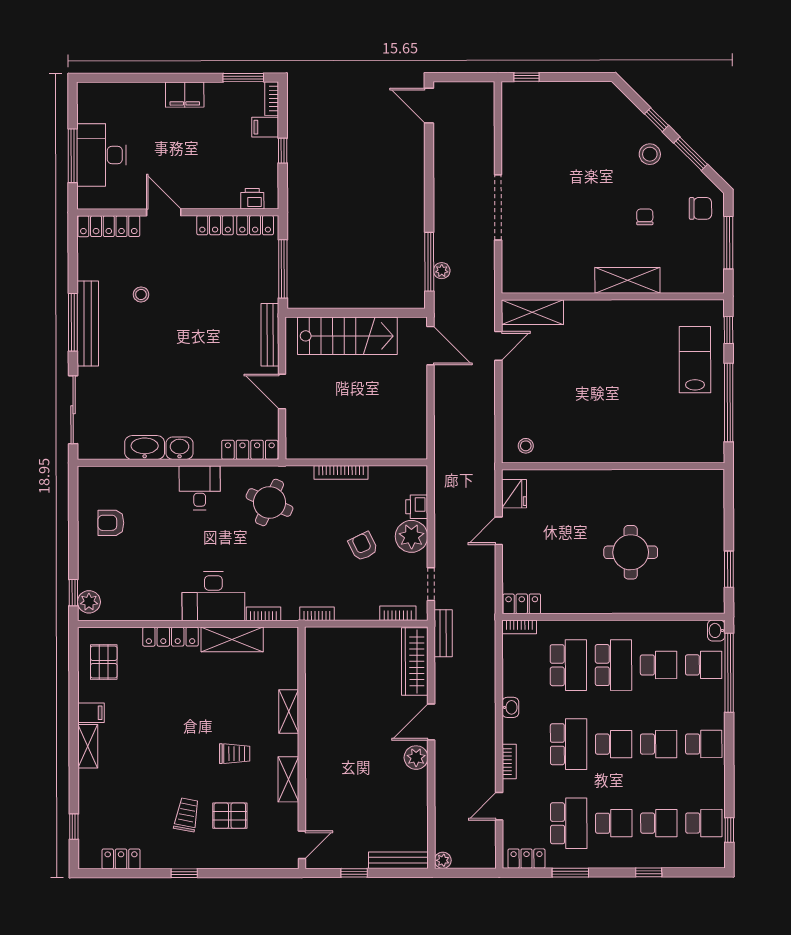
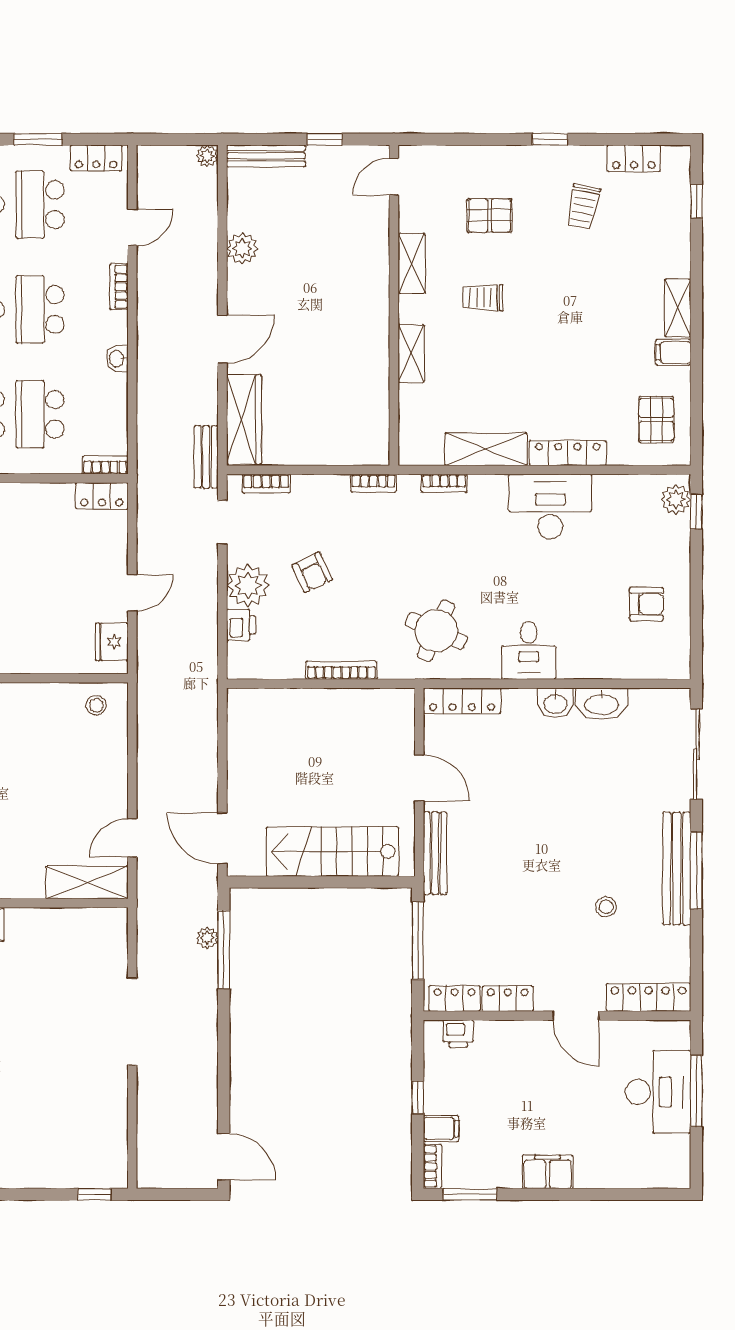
desk: (213, 596) -> (550, 507), moved
plant: (416, 758) -> (242, 248), moved
trolley: (187, 815) -> (583, 207), moved

